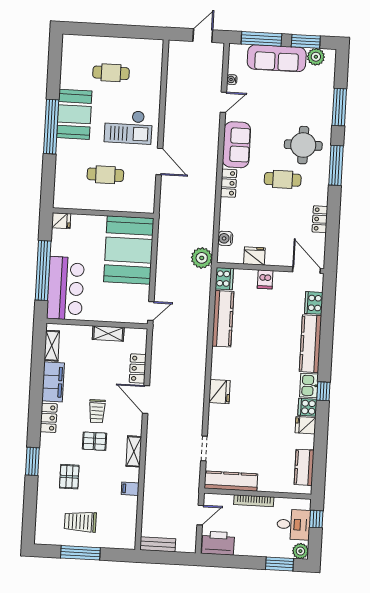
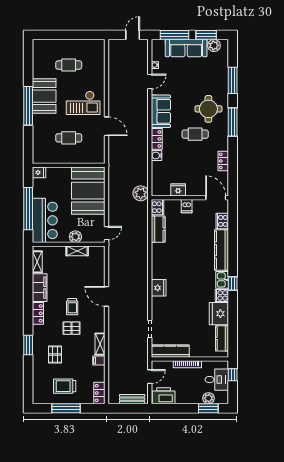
water cooler: (225, 238) -> (157, 155), moved
plant: (107, 314) -> (75, 237), added
kitchen counter: (223, 319) -> (158, 229), width x0.67
locker: (138, 368) -> (99, 393), moved
fridge: (305, 425) -> (219, 314), width x1.88, depth x1.34
shelving: (134, 451) -> (100, 344), moved
bench: (158, 544) -> (132, 399), moved
plant: (300, 551) -> (209, 398), moved

